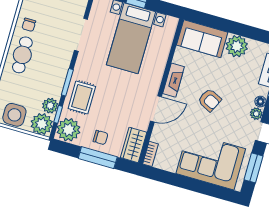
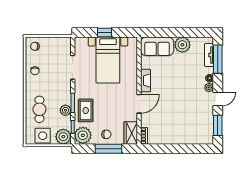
cafe table: (22, 55) -> (39, 109), moved
armchair: (210, 100) -> (174, 87), removed
plant: (50, 106) -> (65, 110), moved
corner sofa: (211, 161) -> (187, 129), removed

